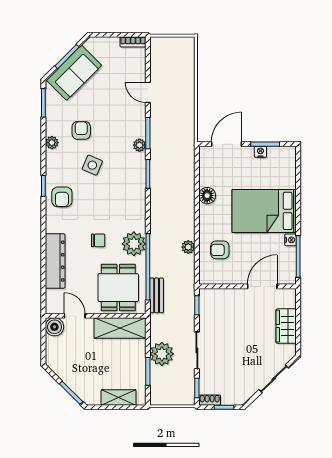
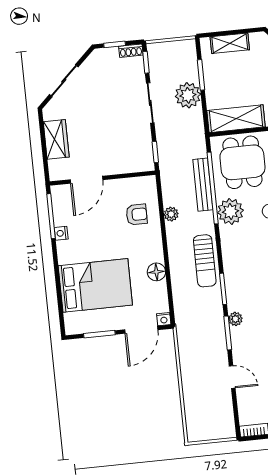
nightstand: (260, 152) -> (164, 319), moved
sun lounger: (162, 201) -> (205, 261), added
bed: (264, 211) -> (95, 285), moved
bench: (157, 295) -> (203, 185), moved, width x1.36

